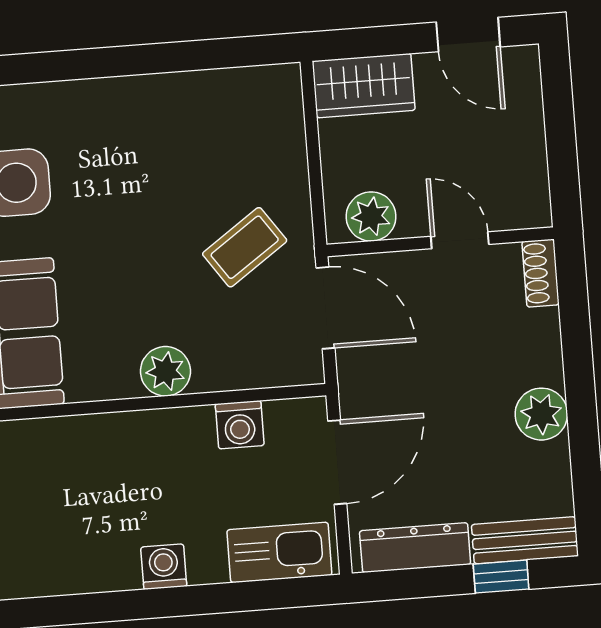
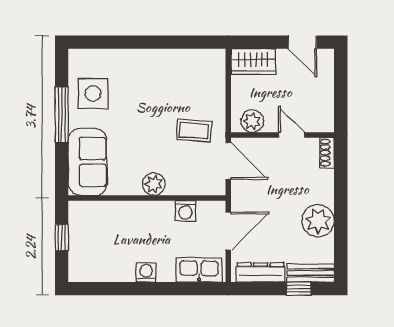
coffee table: (245, 247) -> (194, 131), turned 39
plant: (541, 414) -> (318, 221), width x1.36, depth x1.36

